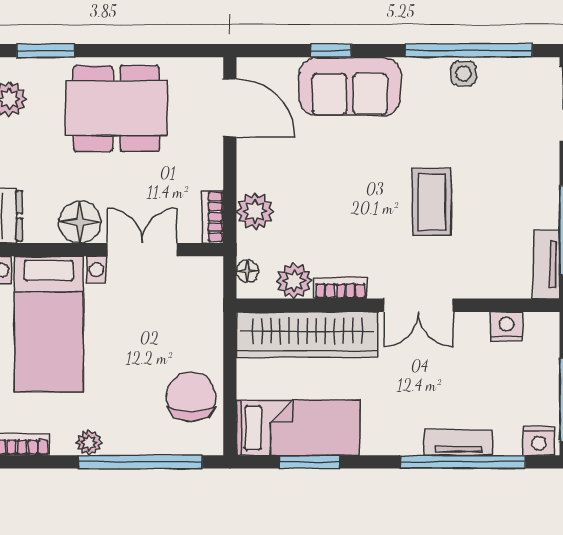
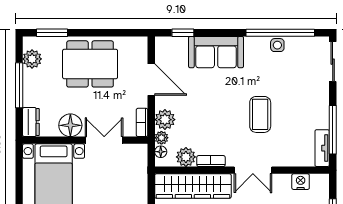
window: (331, 51) -> (183, 33), moved
door: (230, 108) -> (151, 80), moved
plant: (249, 245) -> (161, 138), added

